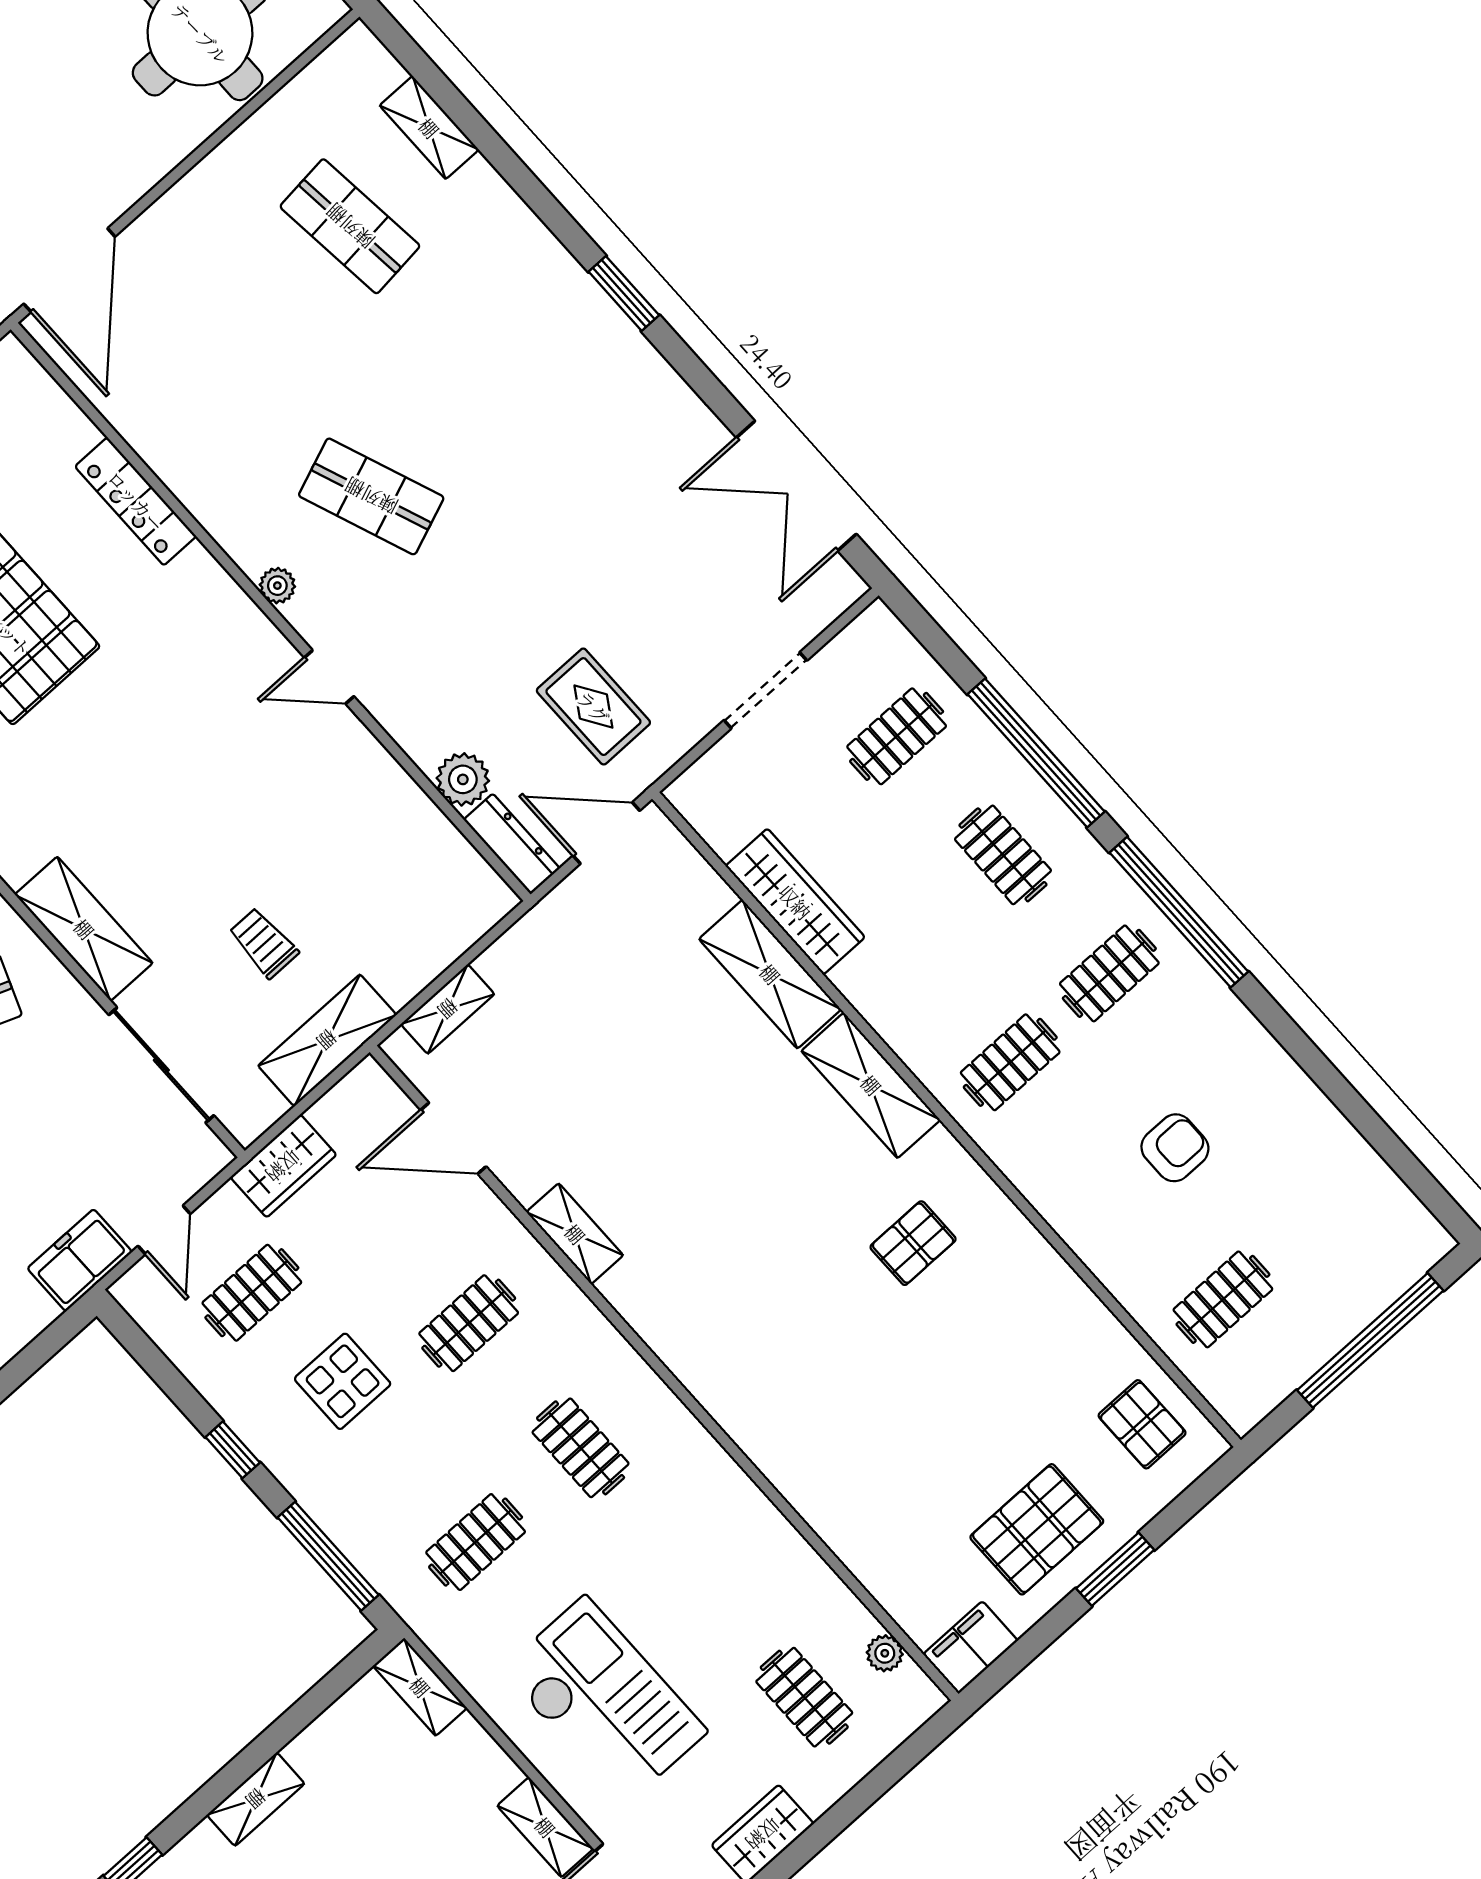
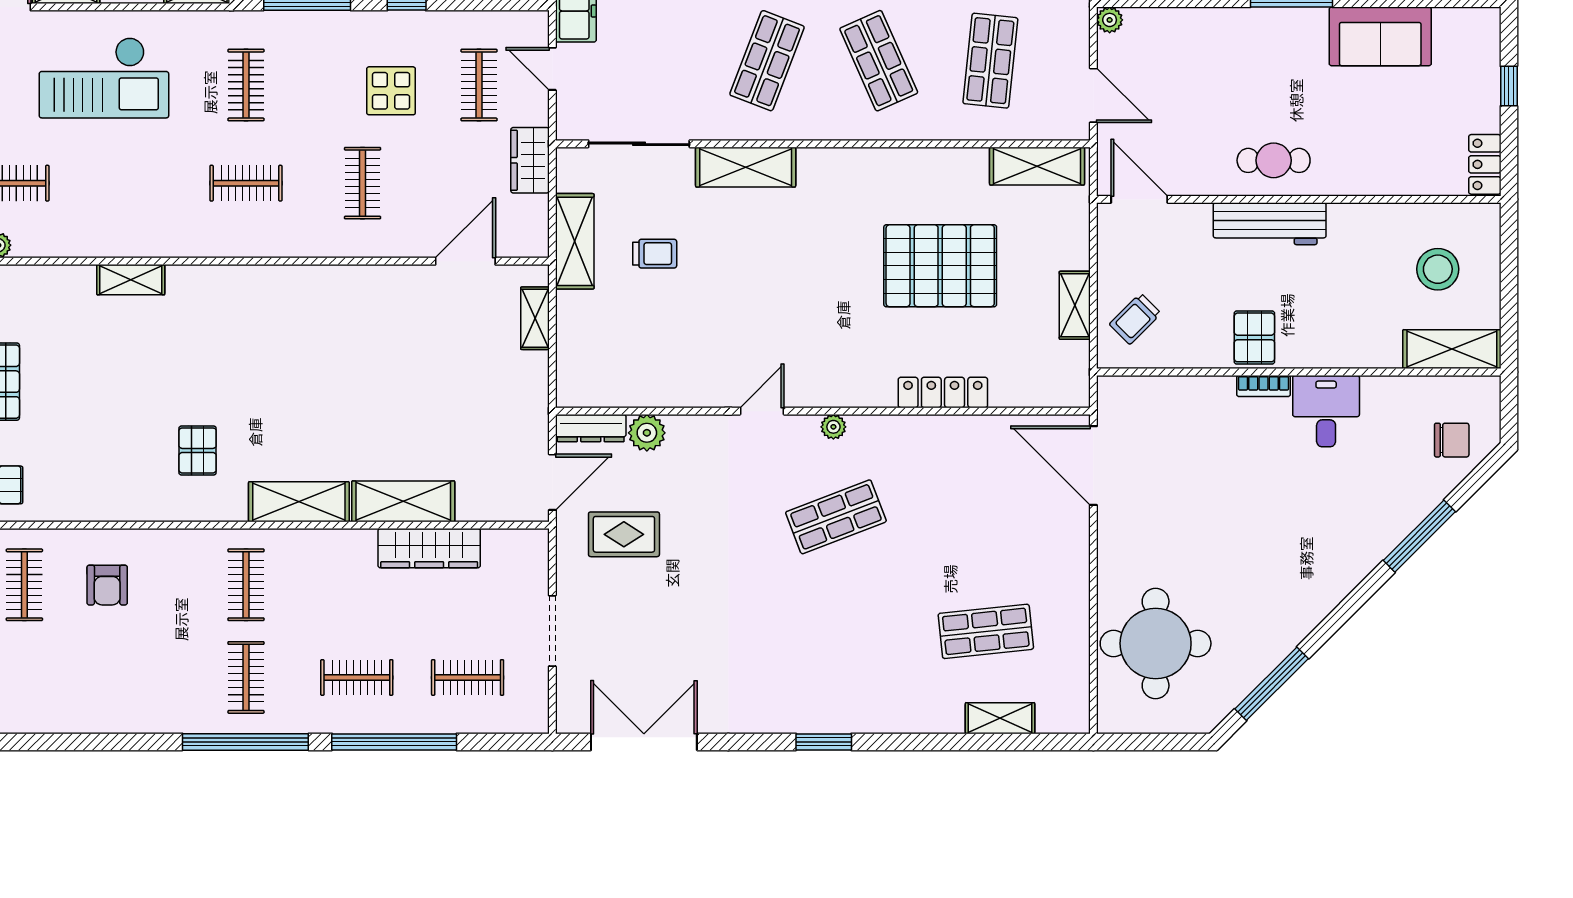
clothes rail: (897, 736) -> (468, 677), turned 90
armchair: (1175, 1148) -> (107, 585), moved
shelving: (575, 1234) -> (131, 280), moved

